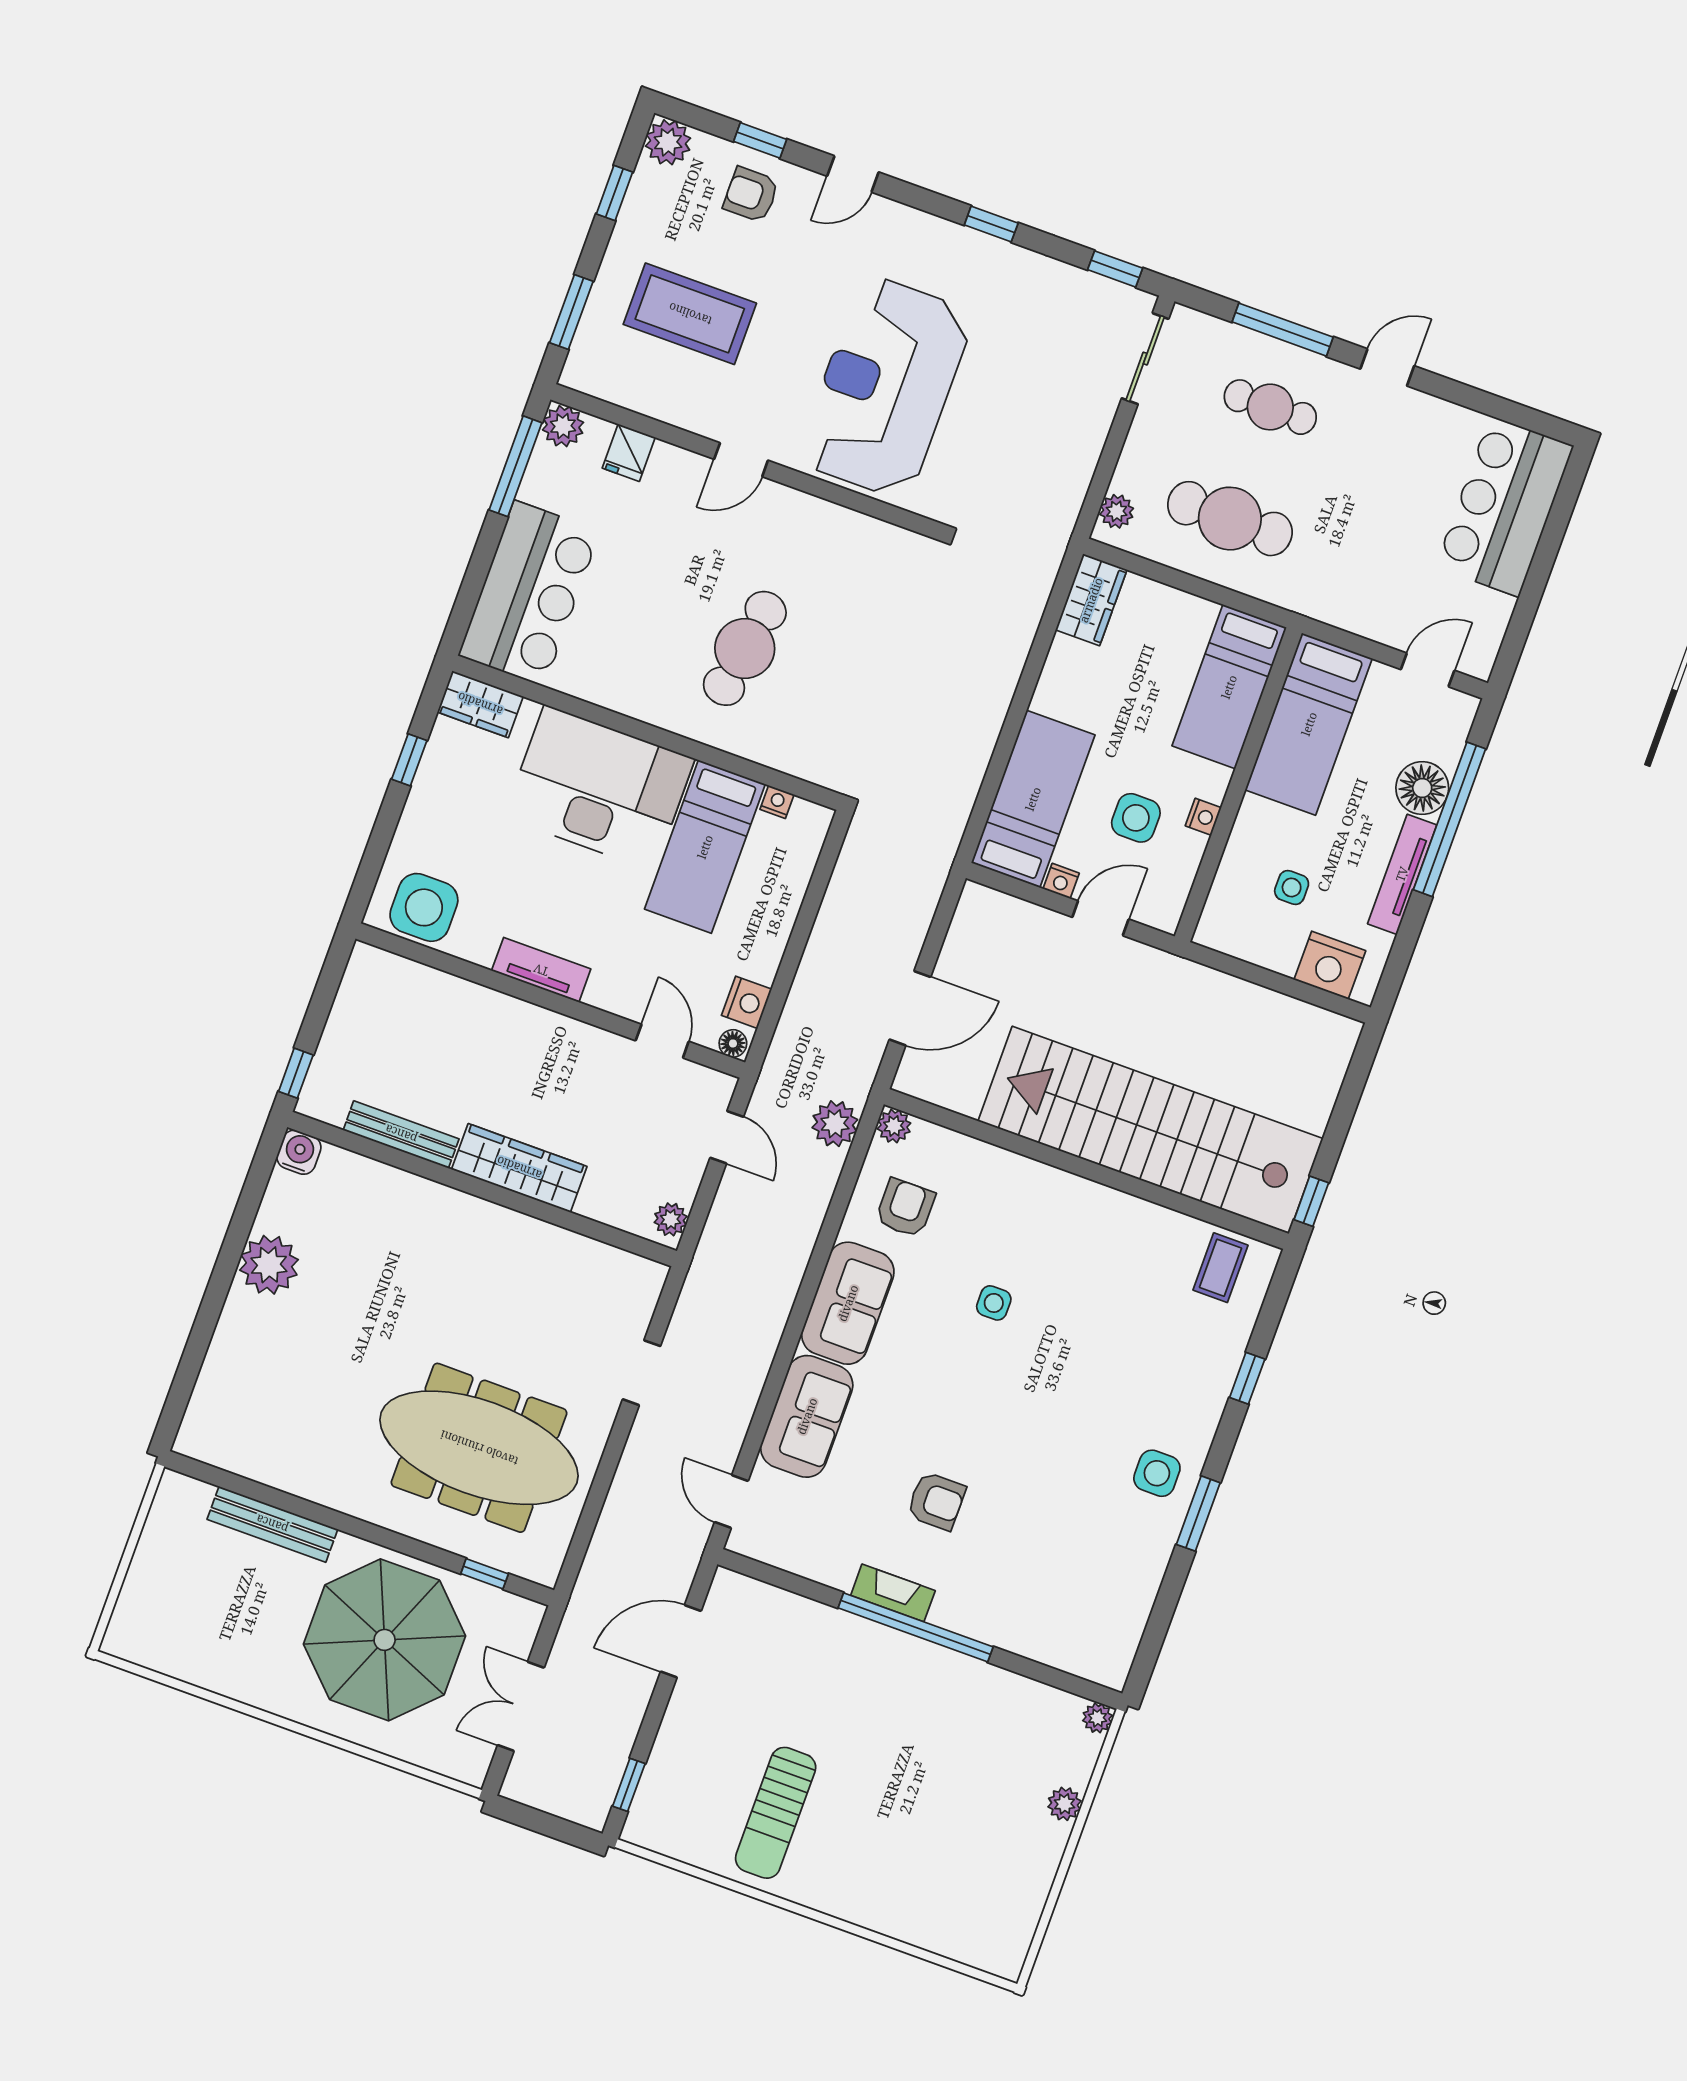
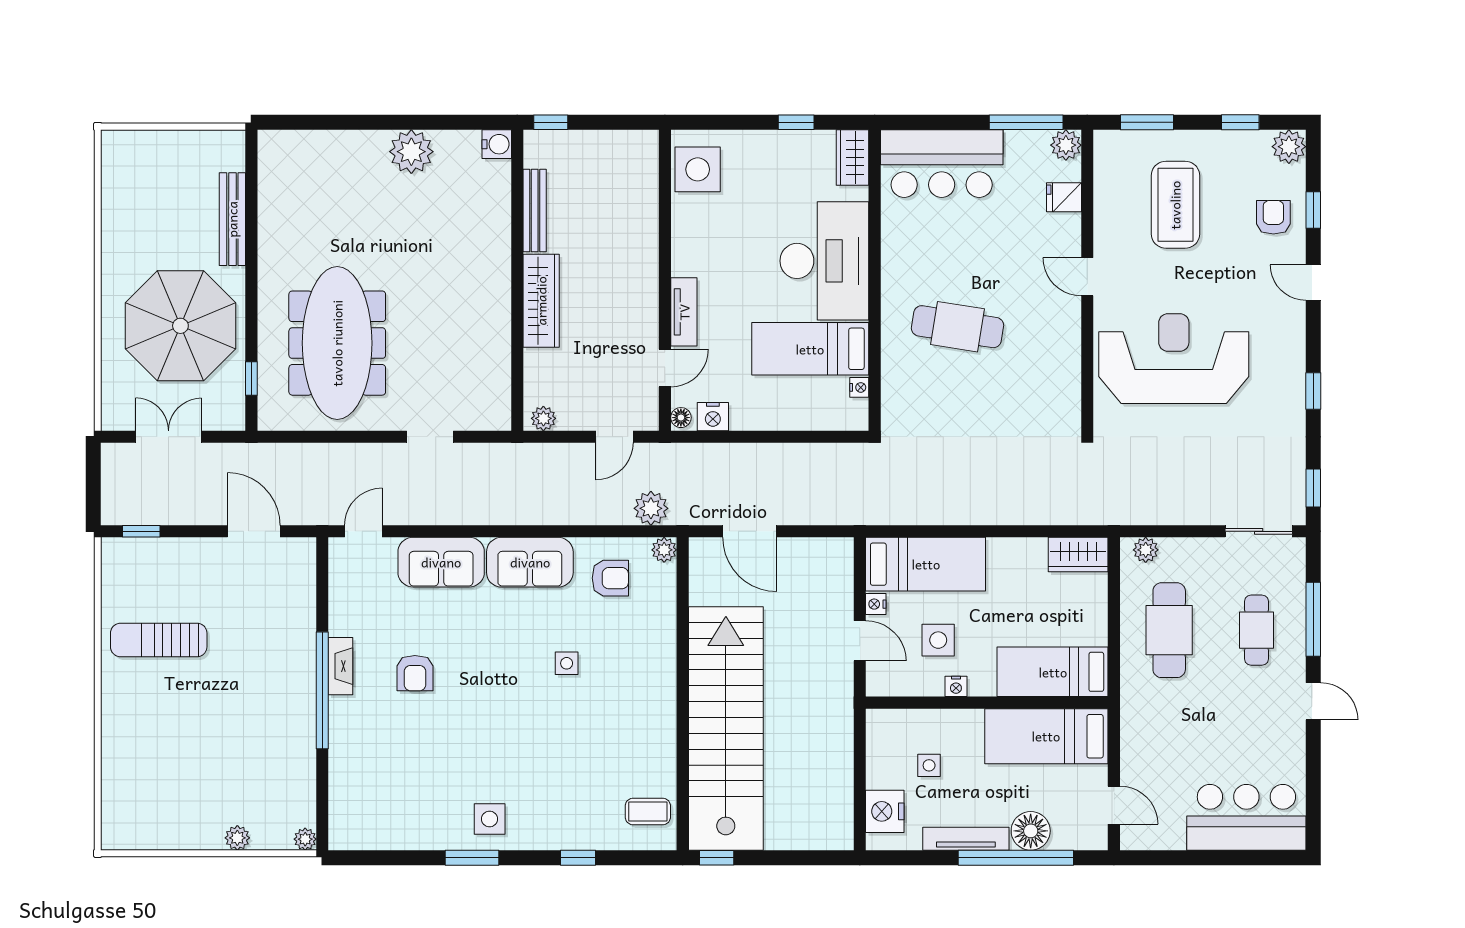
tv unit: (541, 970) -> (684, 312), moved

